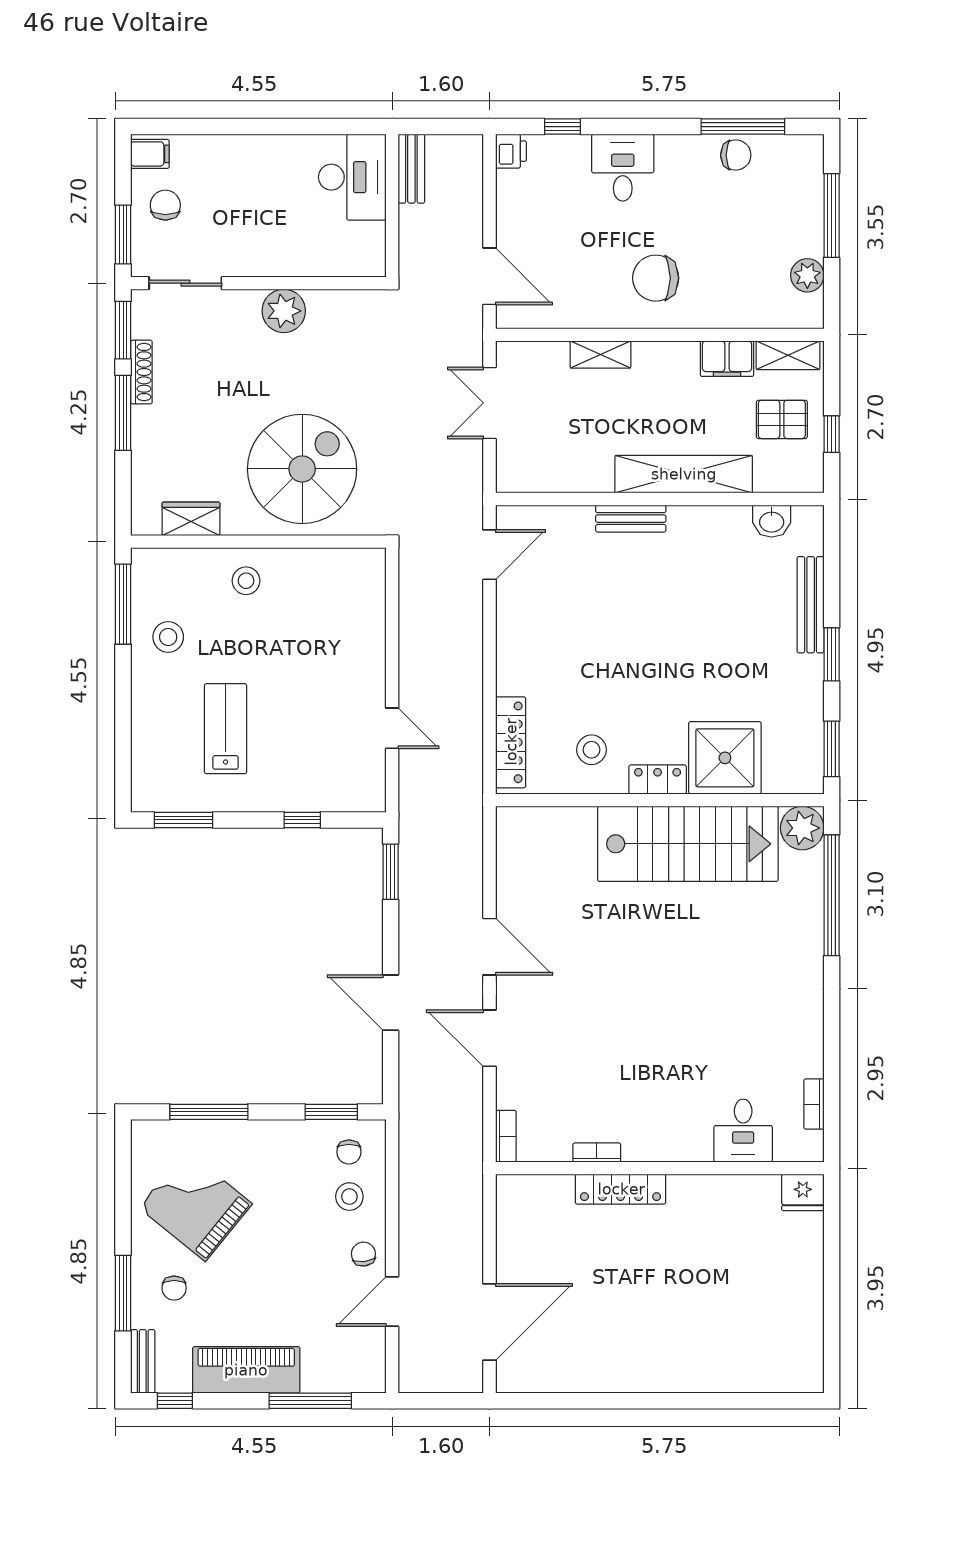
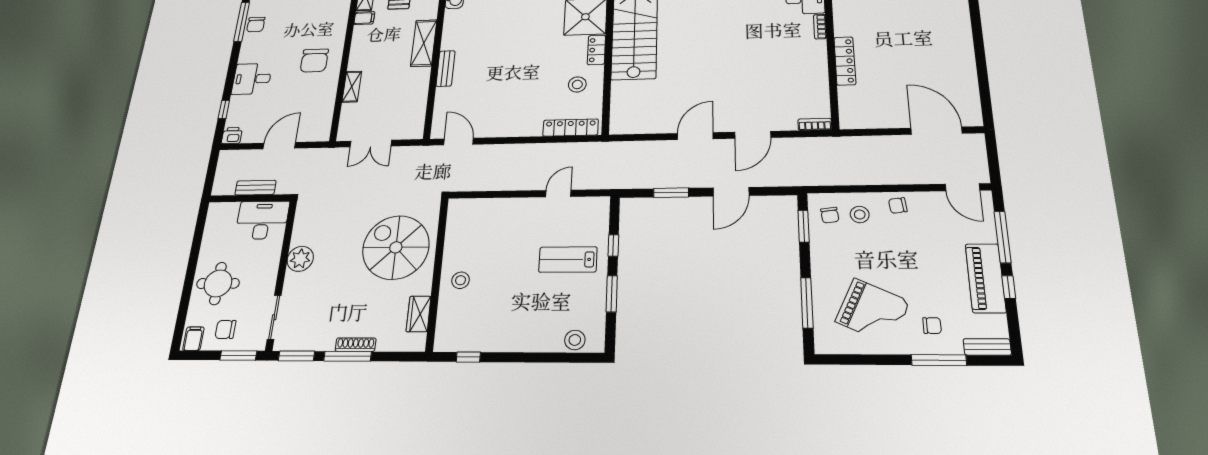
chair: (736, 155) -> (256, 25), turned 180
bench: (411, 169) -> (255, 188), moved
desk: (352, 177) -> (262, 220), moved
round table: (242, 178) -> (218, 283), added
door: (489, 276) -> (279, 146), moved
filing cabinet: (727, 359) -> (364, 18), width x0.50
shoe rack: (141, 372) -> (356, 345), moved
shelving: (684, 474) -> (424, 43), width x0.68
window: (123, 604) -> (468, 357), width x0.46
stool: (168, 637) -> (575, 340), moved
lab bench: (226, 729) -> (568, 260), moved
window: (183, 820) -> (612, 294), moved
window: (391, 872) -> (671, 193), moved
chair: (349, 1152) -> (830, 215), turned 83
bookcase: (597, 1153) -> (820, 27), moved
grand piano: (195, 1206) -> (873, 311), turned -104
door: (392, 1302) -> (962, 187), moved
window: (175, 1401) -> (1009, 287), moved

